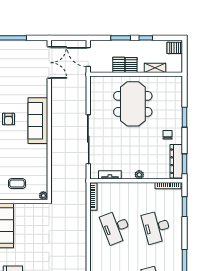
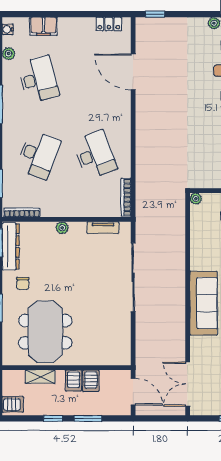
meeting table: (133, 104) -> (45, 332), moved
desk: (156, 227) -> (38, 155), turned 36

